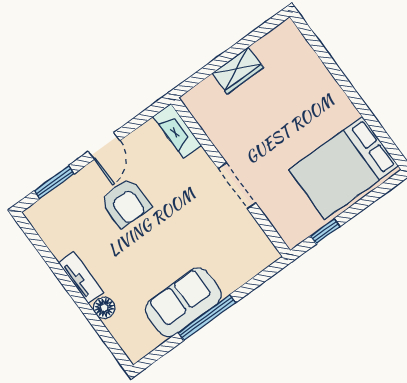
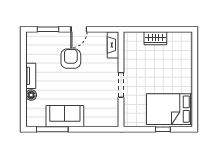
armchair: (125, 203) -> (71, 59), turned 180
window: (325, 231) -> (163, 129), moved
window: (207, 318) -> (52, 129), moved

